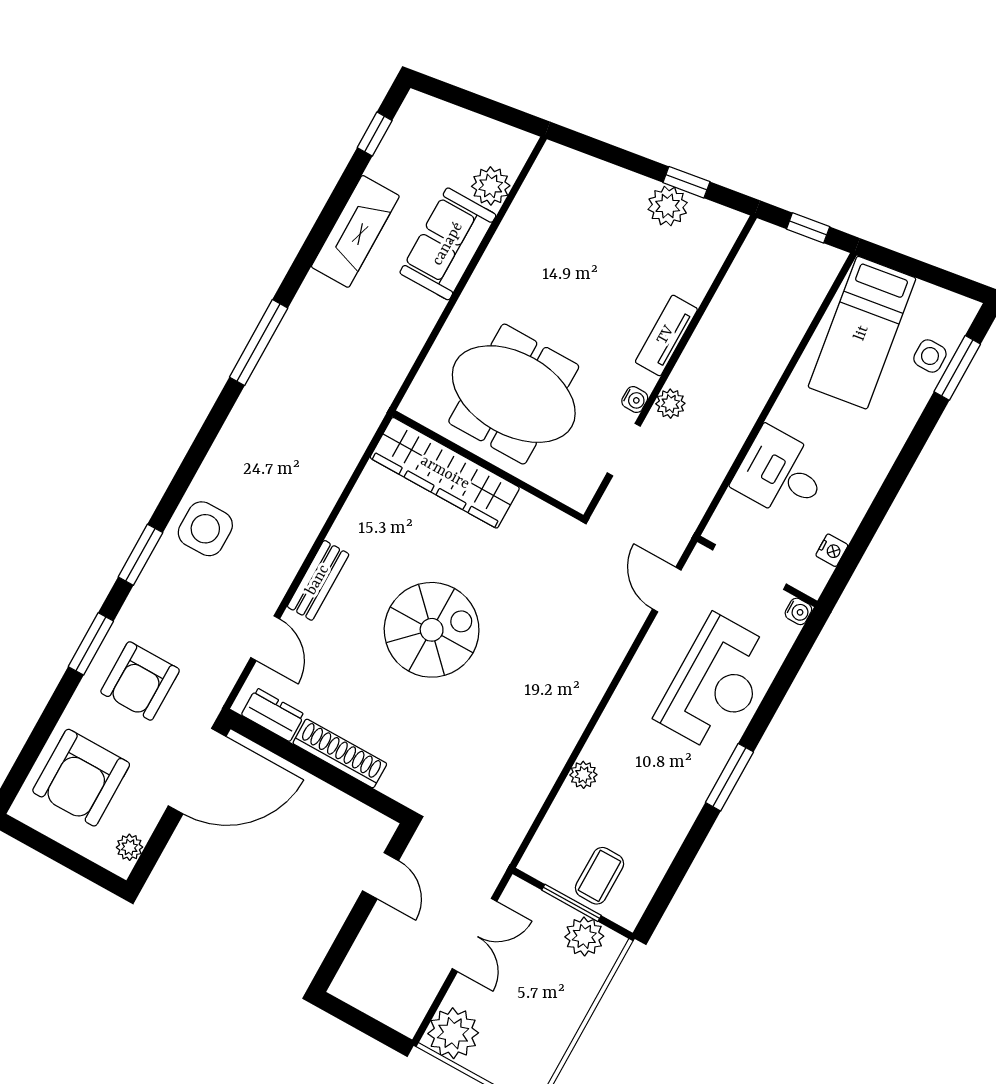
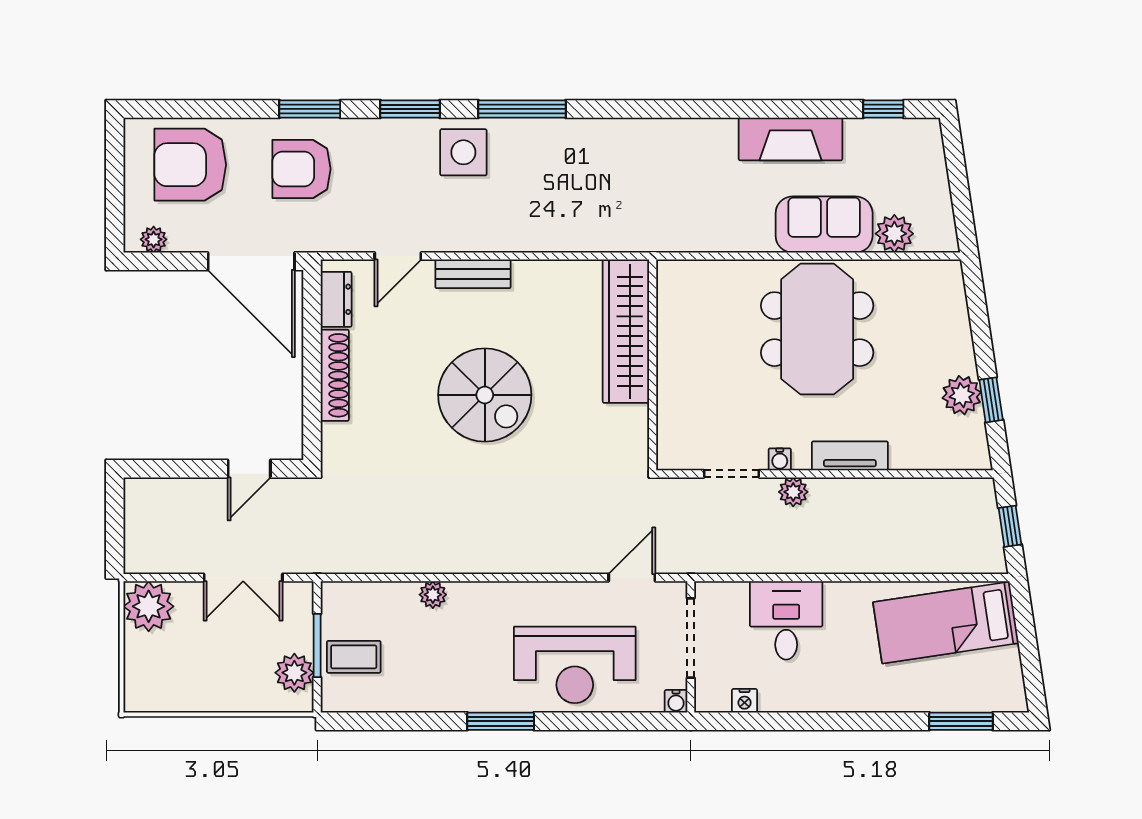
window: (259, 343) -> (522, 109), moved
side table: (930, 356) -> (958, 692), removed
meeting table: (514, 394) -> (817, 329), moved

